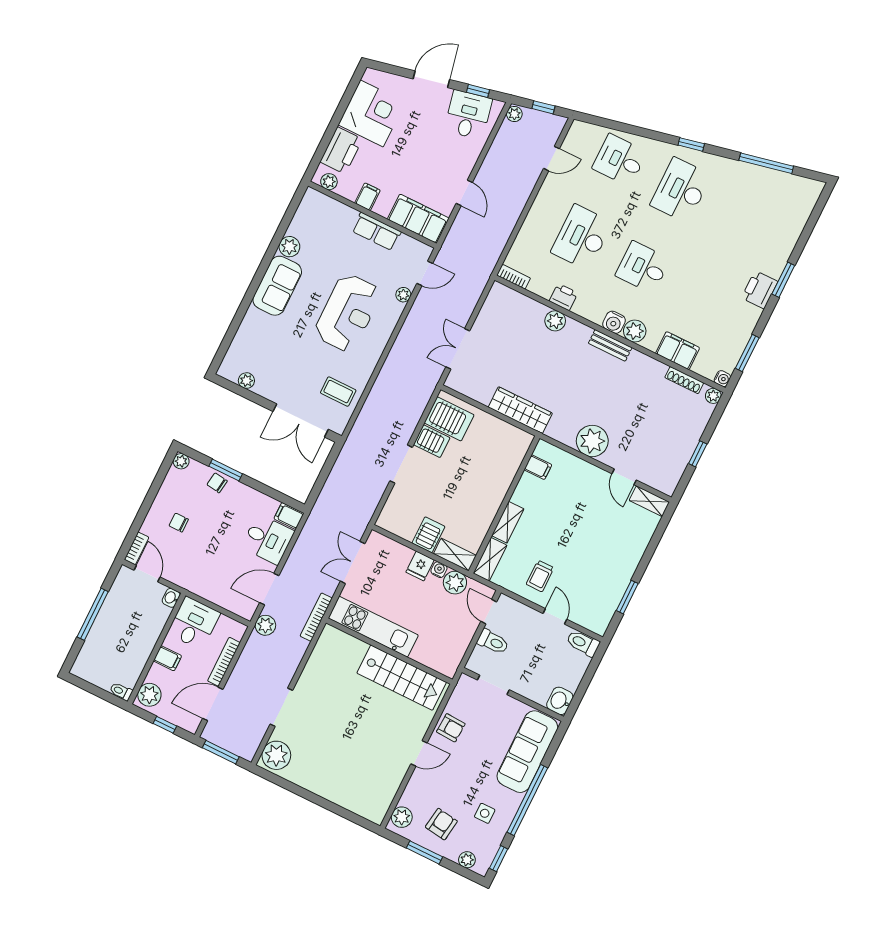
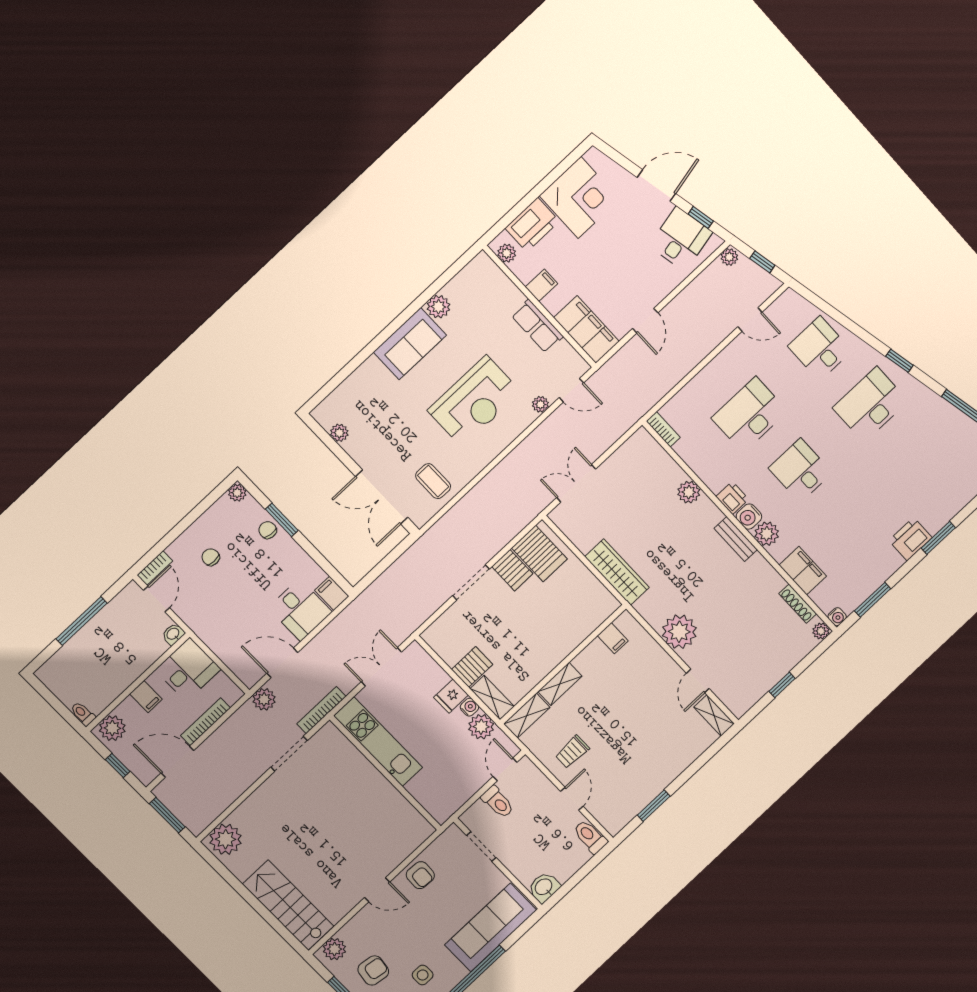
printer: (564, 297) -> (732, 498), moved
stairs: (402, 678) -> (288, 905), moved, turned 180
doorway: (281, 707) -> (289, 754), moved

